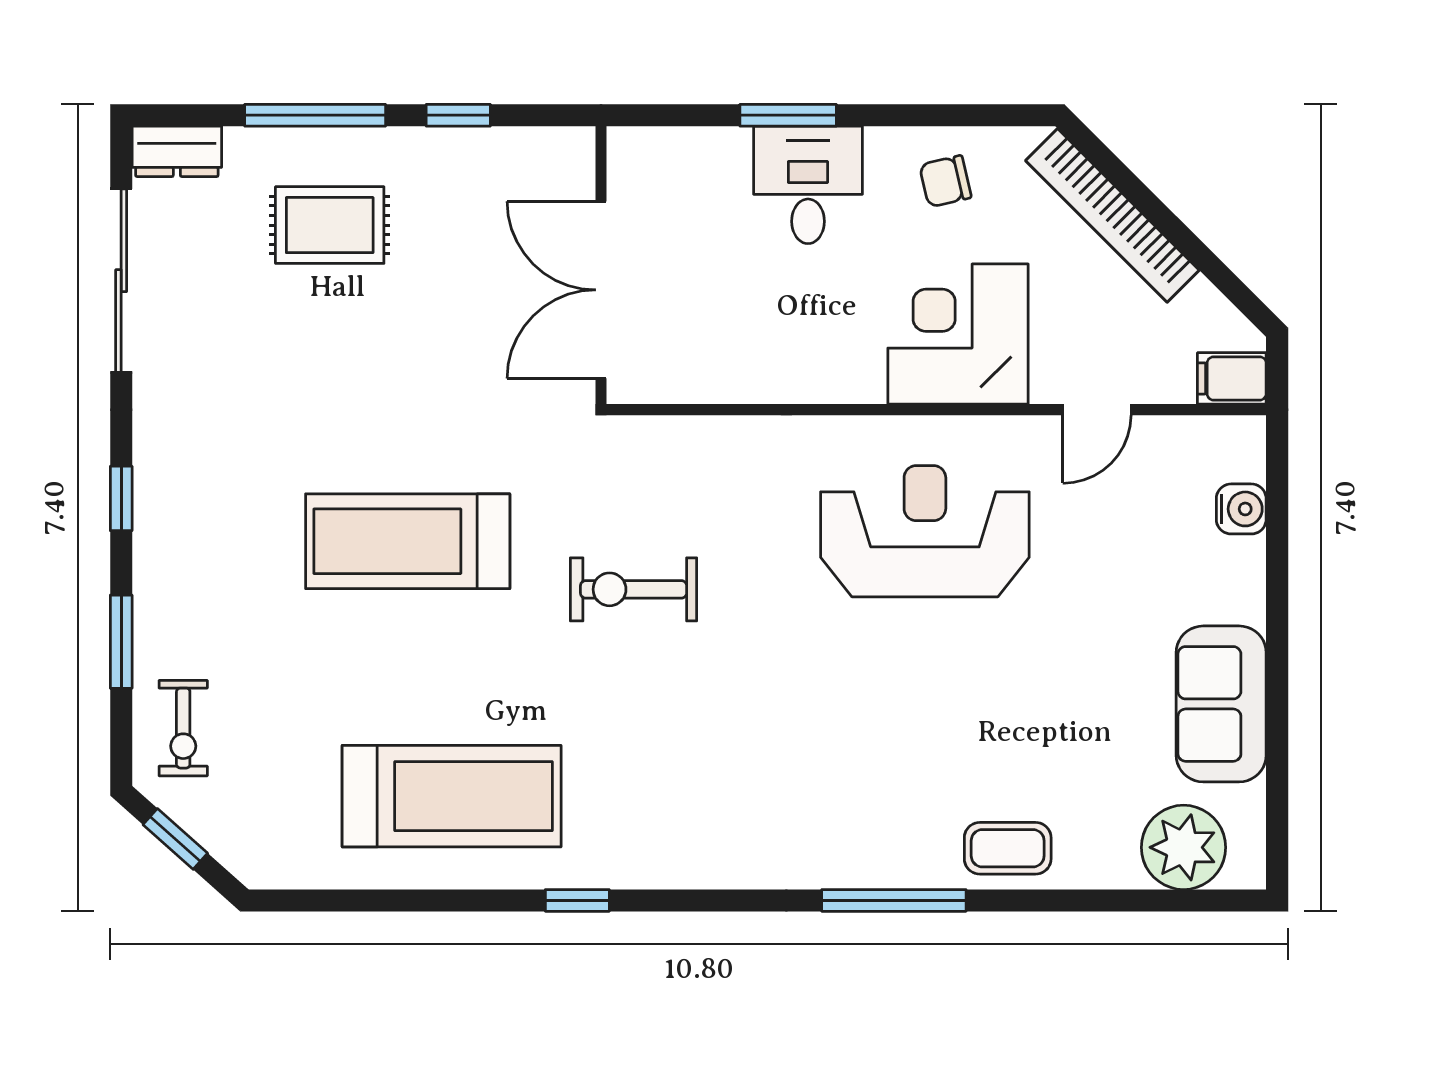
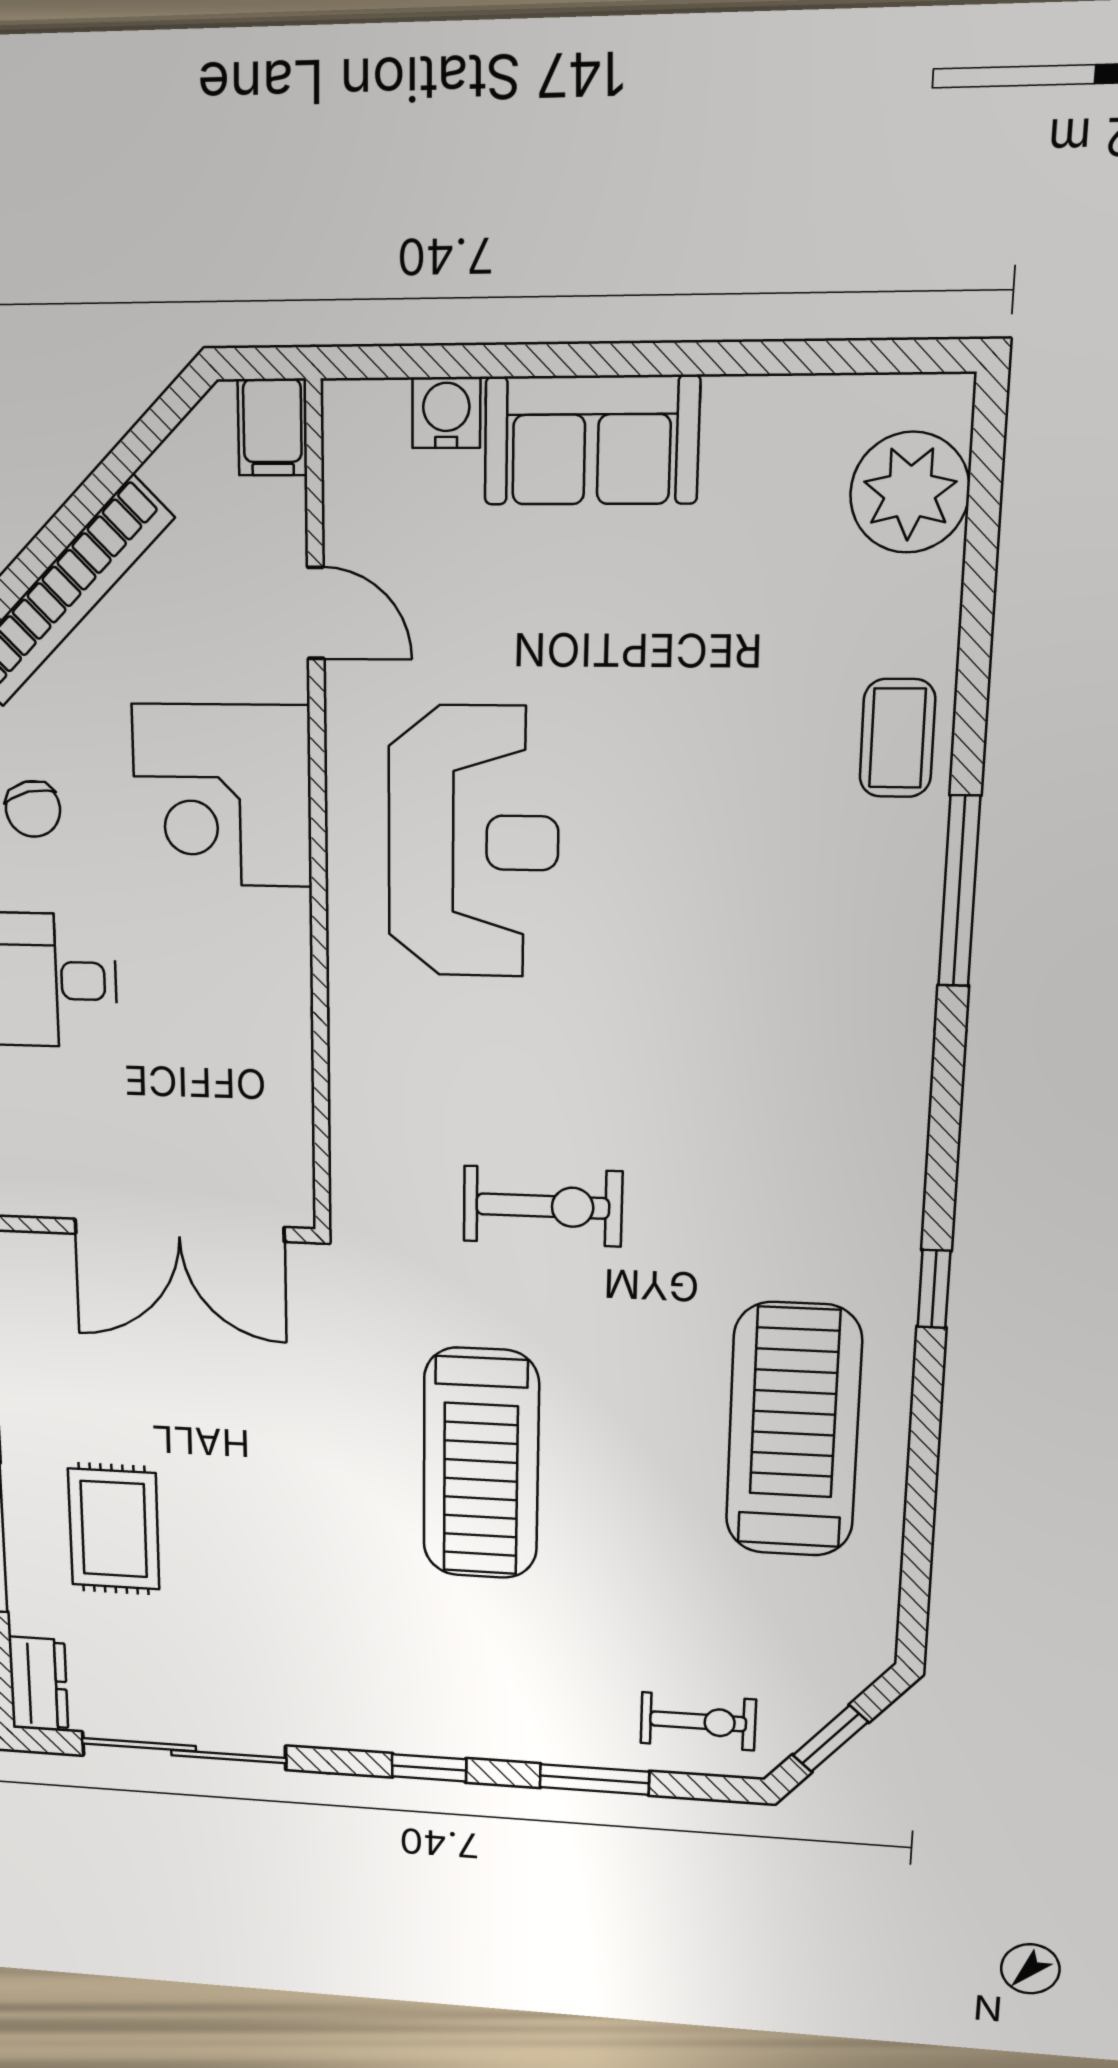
reception desk: (925, 531) -> (473, 842), turned 180
exercise bike: (634, 589) -> (543, 1206), turned -90
sofa: (1221, 704) -> (591, 440), moved

